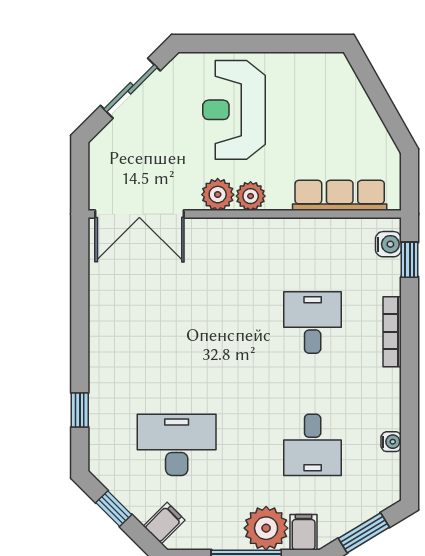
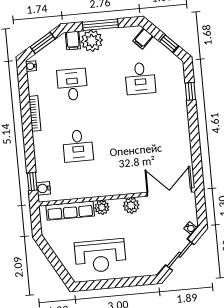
reception desk: (234, 110) -> (100, 256), moved, turned 90
water cooler: (104, 139) -> (190, 228), added
plant: (251, 196) -> (102, 207), moved
bookcase: (392, 332) -> (35, 113), moved
water cooler: (391, 442) -> (31, 66), moved
desk: (177, 445) -> (140, 78), width x0.73

